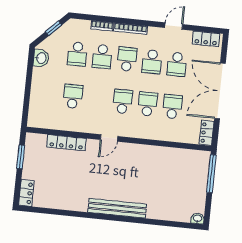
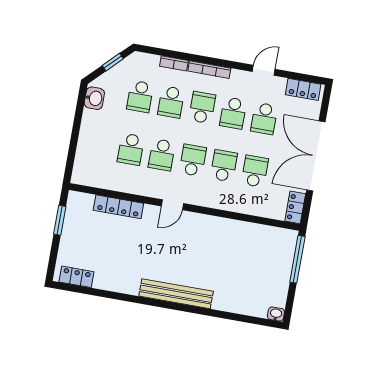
school desk: (73, 96) -> (131, 149), turned 180
school desk: (98, 99) -> (162, 155), added
locker: (26, 193) -> (76, 277), moved, turned -90

